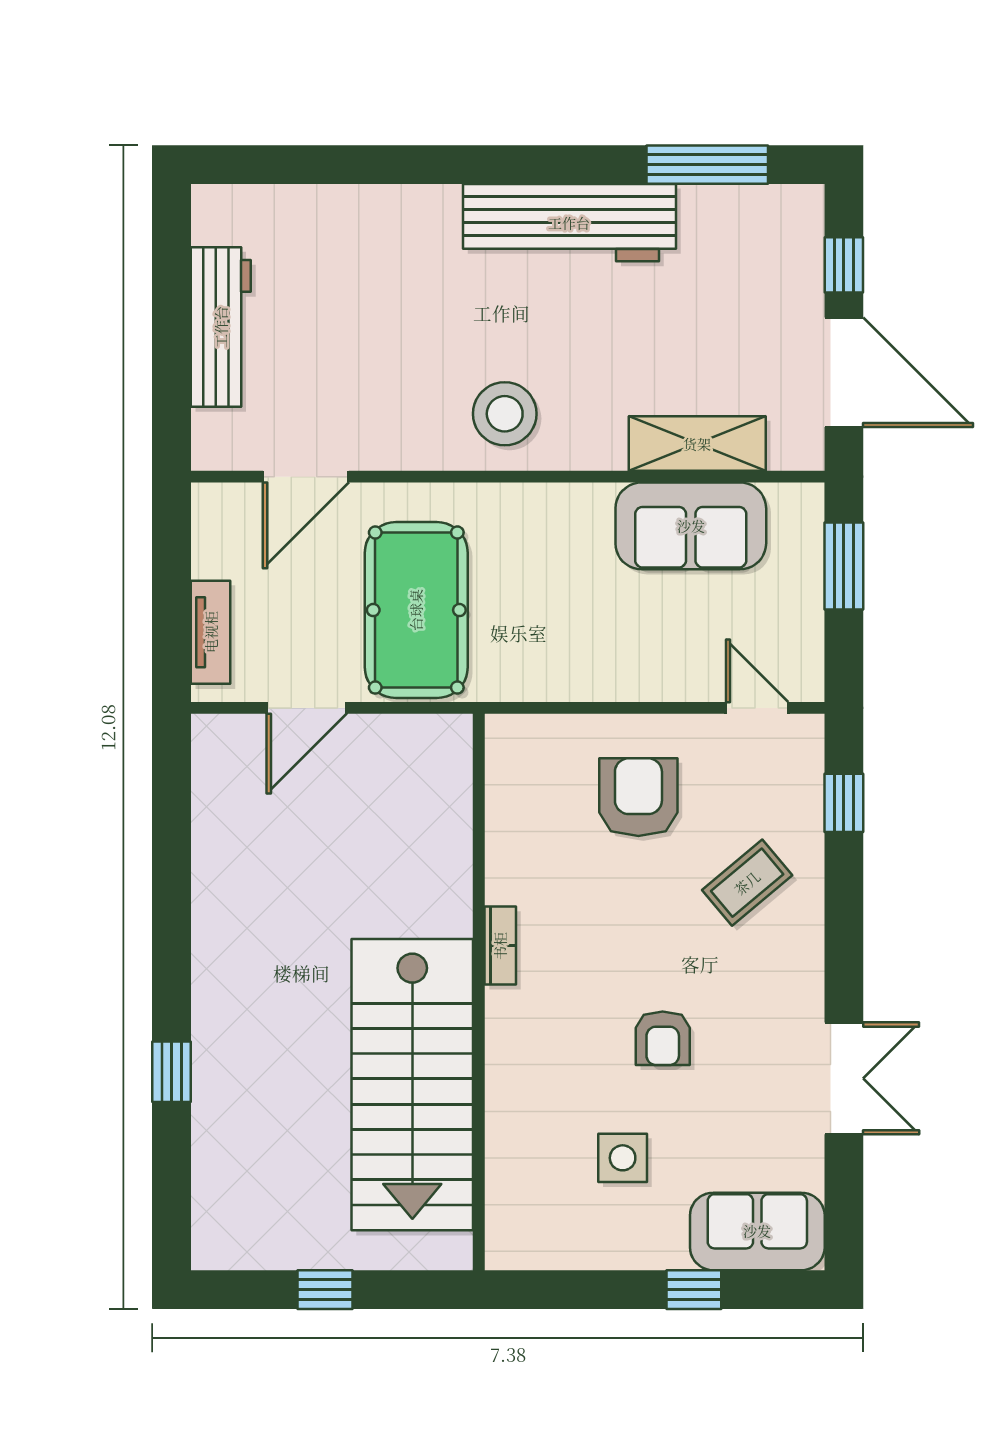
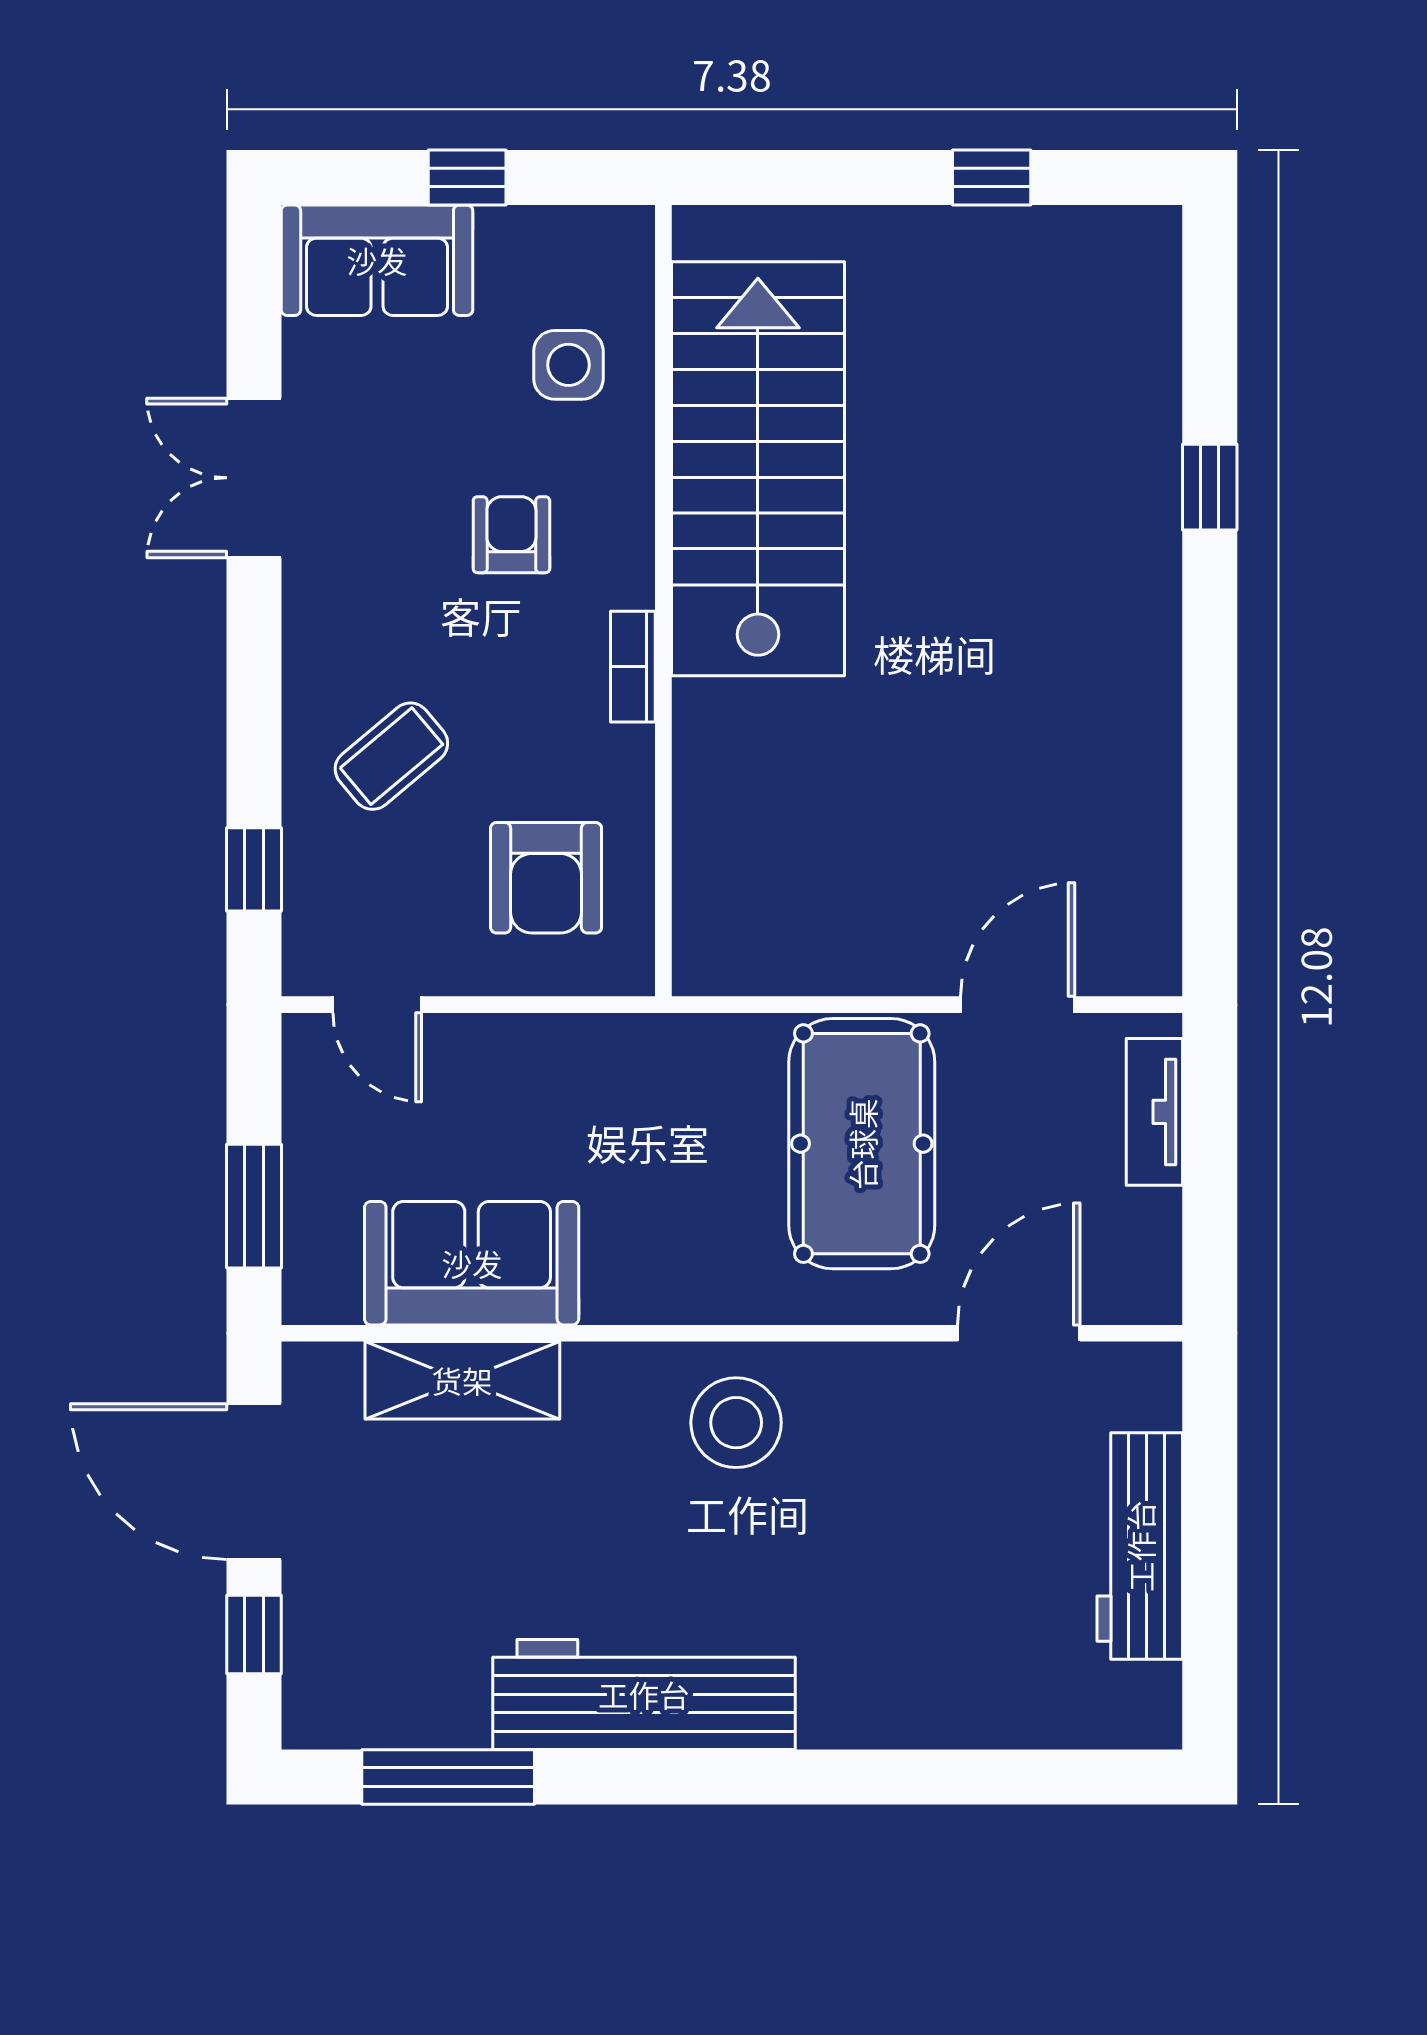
bookcase: (500, 946) -> (633, 667), moved
wall: (479, 992) -> (663, 601), moved
stairs: (412, 1085) -> (758, 469), moved

